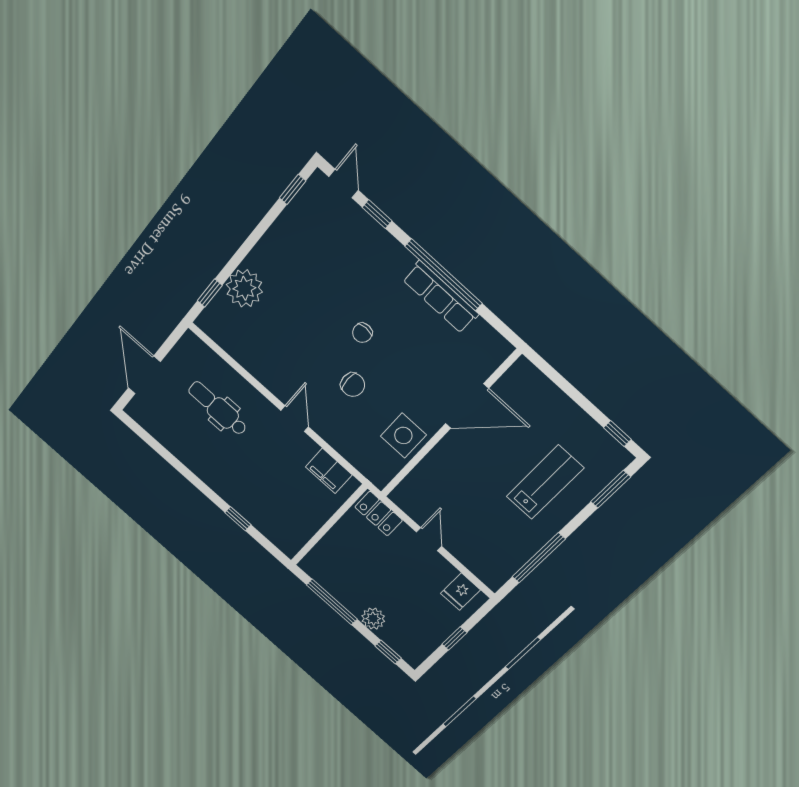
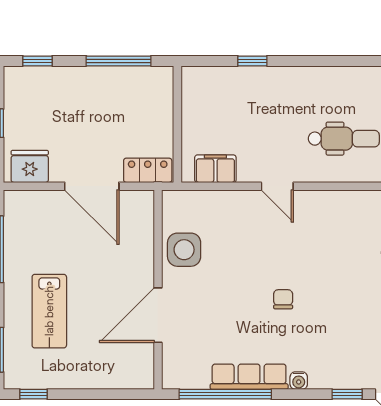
water cooler: (405, 259) -> (299, 381), added
window: (443, 275) -> (225, 394), moved
chair: (353, 385) -> (256, 254), removed
door: (429, 539) -> (92, 186), width x1.88
fridge: (460, 592) -> (30, 166), width x1.38
plant: (373, 619) -> (74, 78), removed

